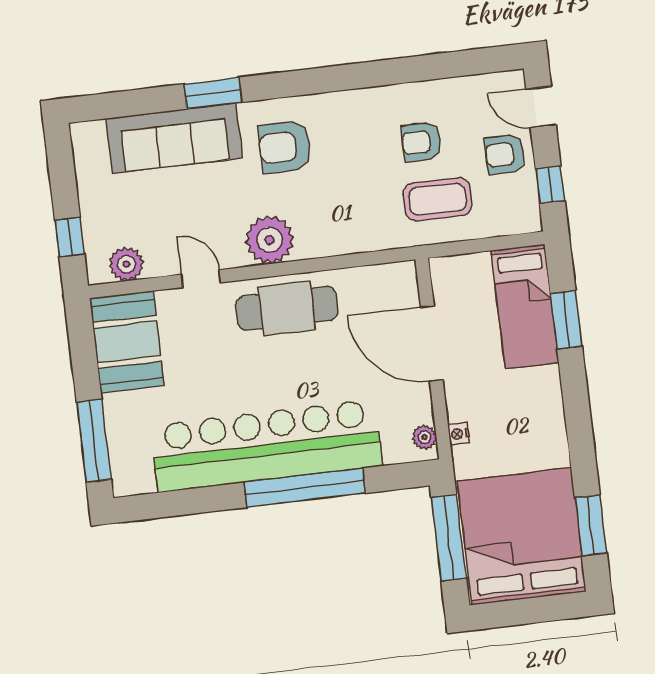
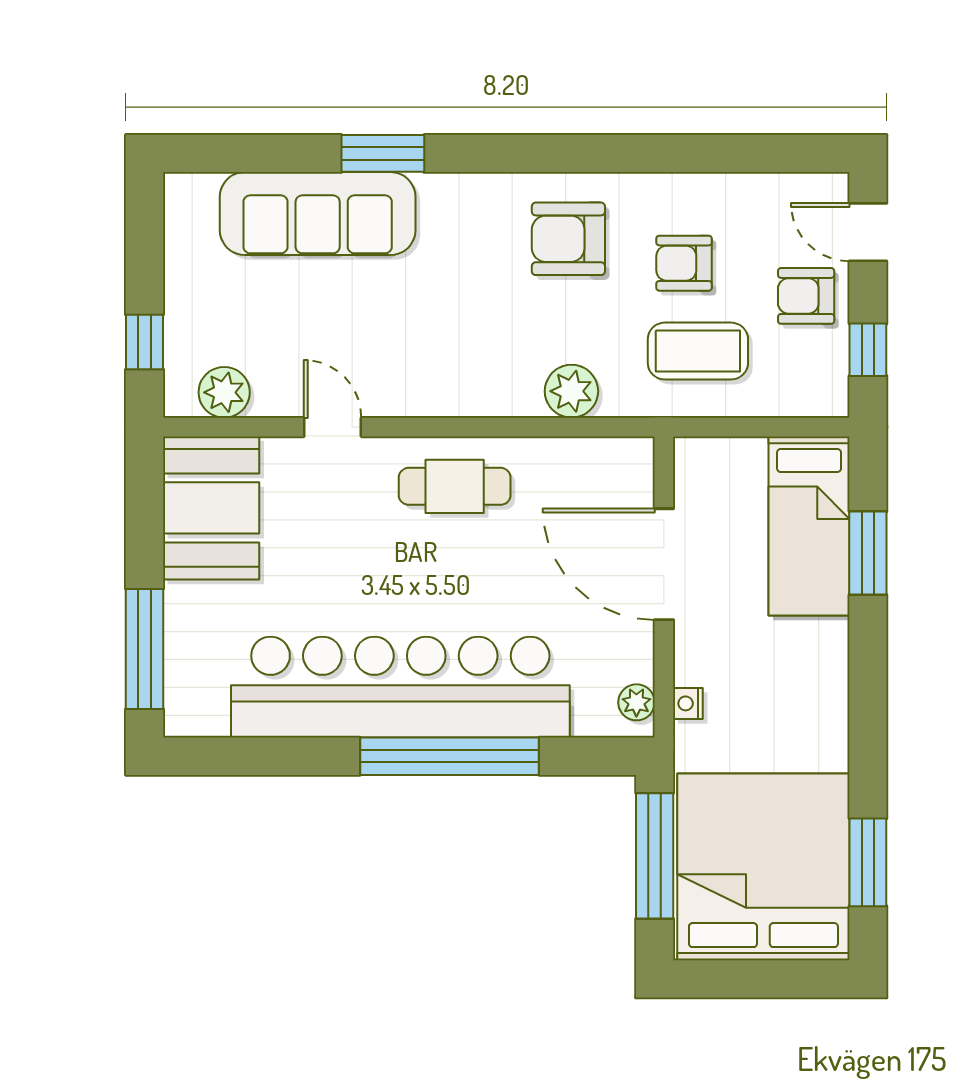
armchair: (285, 147) -> (568, 239), moved
plant: (270, 240) -> (571, 391), moved, width x0.73, depth x0.73
cafe table: (287, 308) -> (455, 486), width x0.73, depth x0.74

